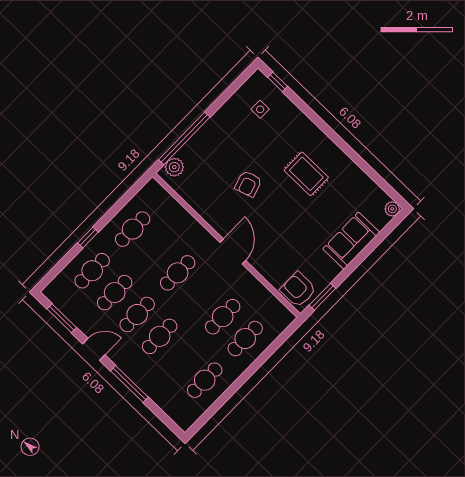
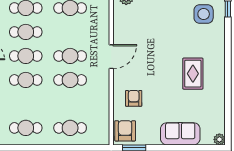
side table: (260, 109) -> (204, 14), width x1.87, depth x1.87
armchair: (248, 184) -> (134, 98), moved, turned 108
door: (233, 251) -> (111, 57), moved
cafe table: (223, 317) -> (70, 80), moved

